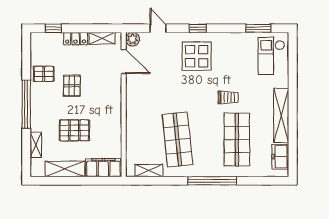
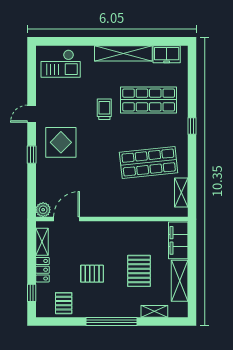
door: (158, 28) -> (32, 114), moved
window: (198, 28) -> (32, 155), moved
window: (258, 28) -> (32, 77), removed
pallet: (44, 74) -> (64, 303), moved
window: (212, 181) -> (192, 126), width x0.32

